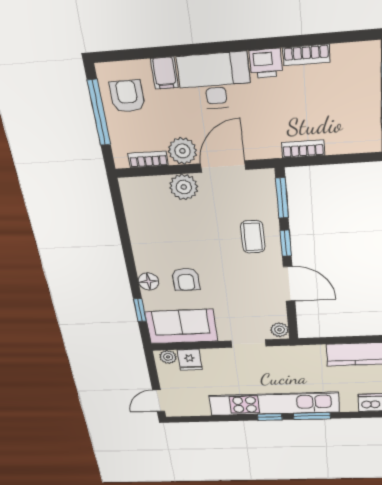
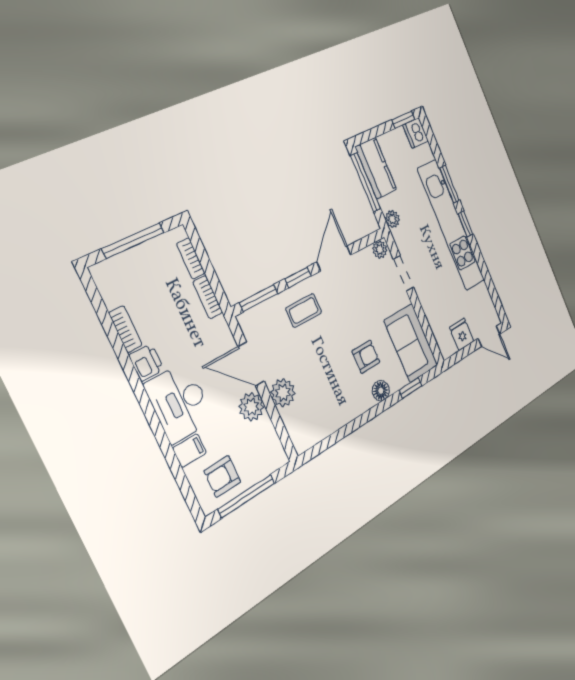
bookcase: (148, 159) -> (191, 258), moved
window: (346, 340) -> (366, 182), added
plant: (168, 357) -> (392, 219), moved
fridge: (190, 360) -> (462, 334), moved, turned -90

